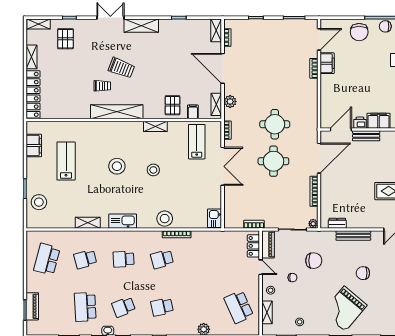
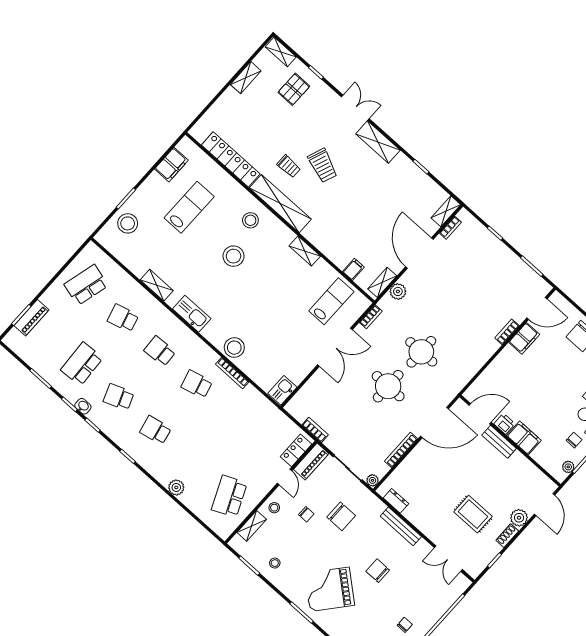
locker: (33, 94) -> (231, 159), moved, turned -90
pallet: (173, 105) -> (339, 245), removed
stool: (153, 170) -> (250, 220), moved

